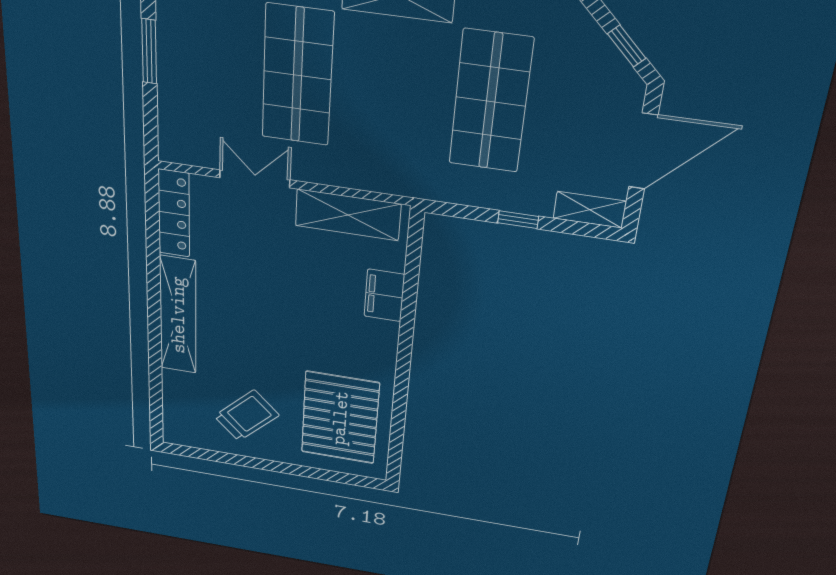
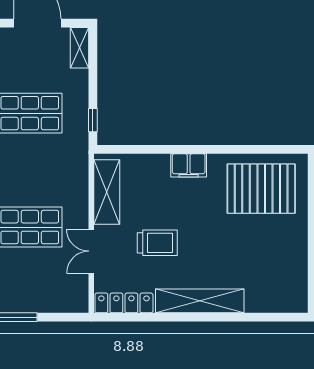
window: (518, 220) -> (93, 120), moved
filing cabinet: (384, 295) -> (189, 165), moved
trolley: (246, 416) -> (157, 243), moved, turned 135

